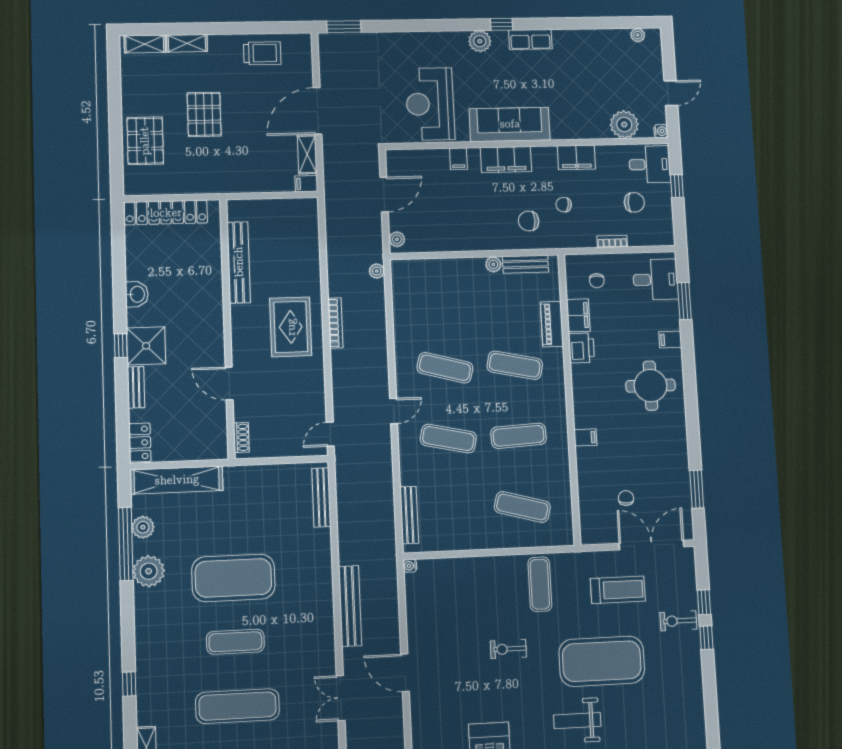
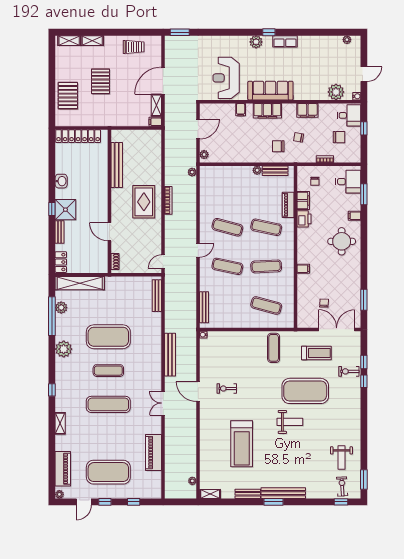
plant: (149, 571) -> (64, 349), moved
exercise bike: (508, 649) -> (227, 388), moved
weight bench: (577, 721) -> (290, 422), turned 180

